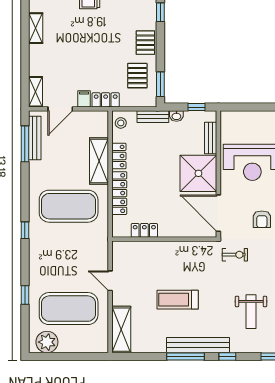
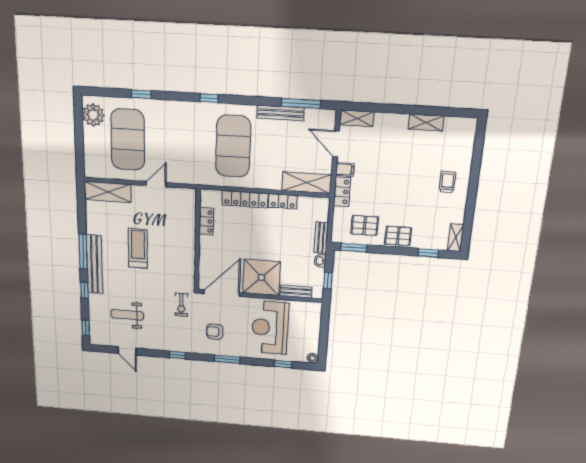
stool: (121, 123) -> (317, 205), removed
bench: (35, 138) -> (280, 113), moved
shelving: (99, 161) -> (307, 183), moved

